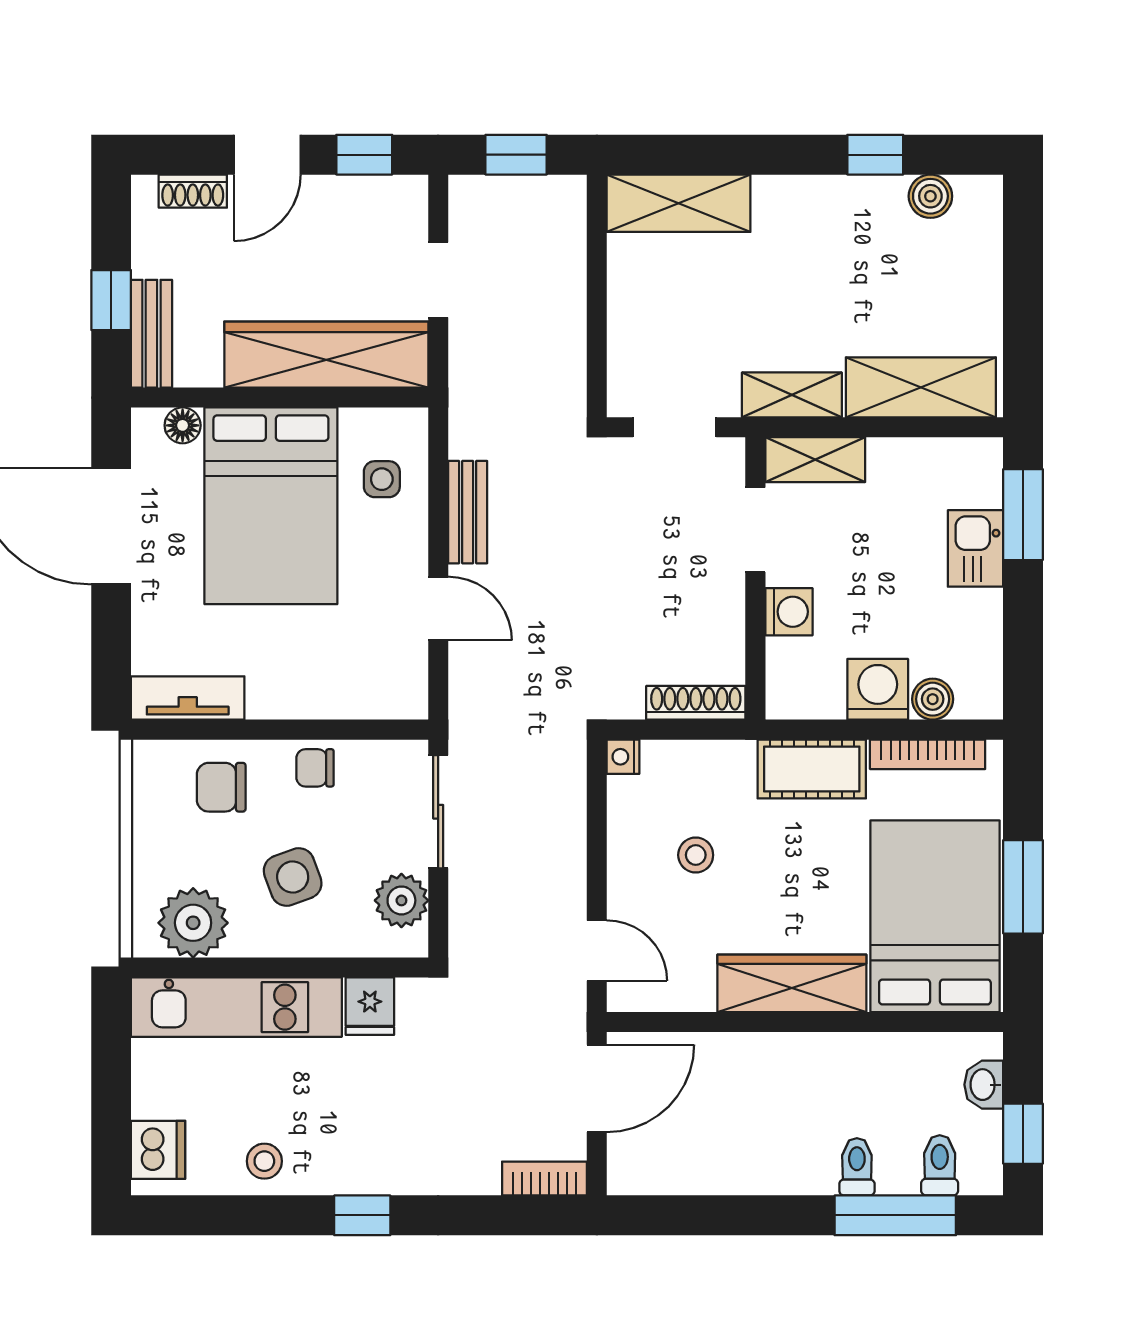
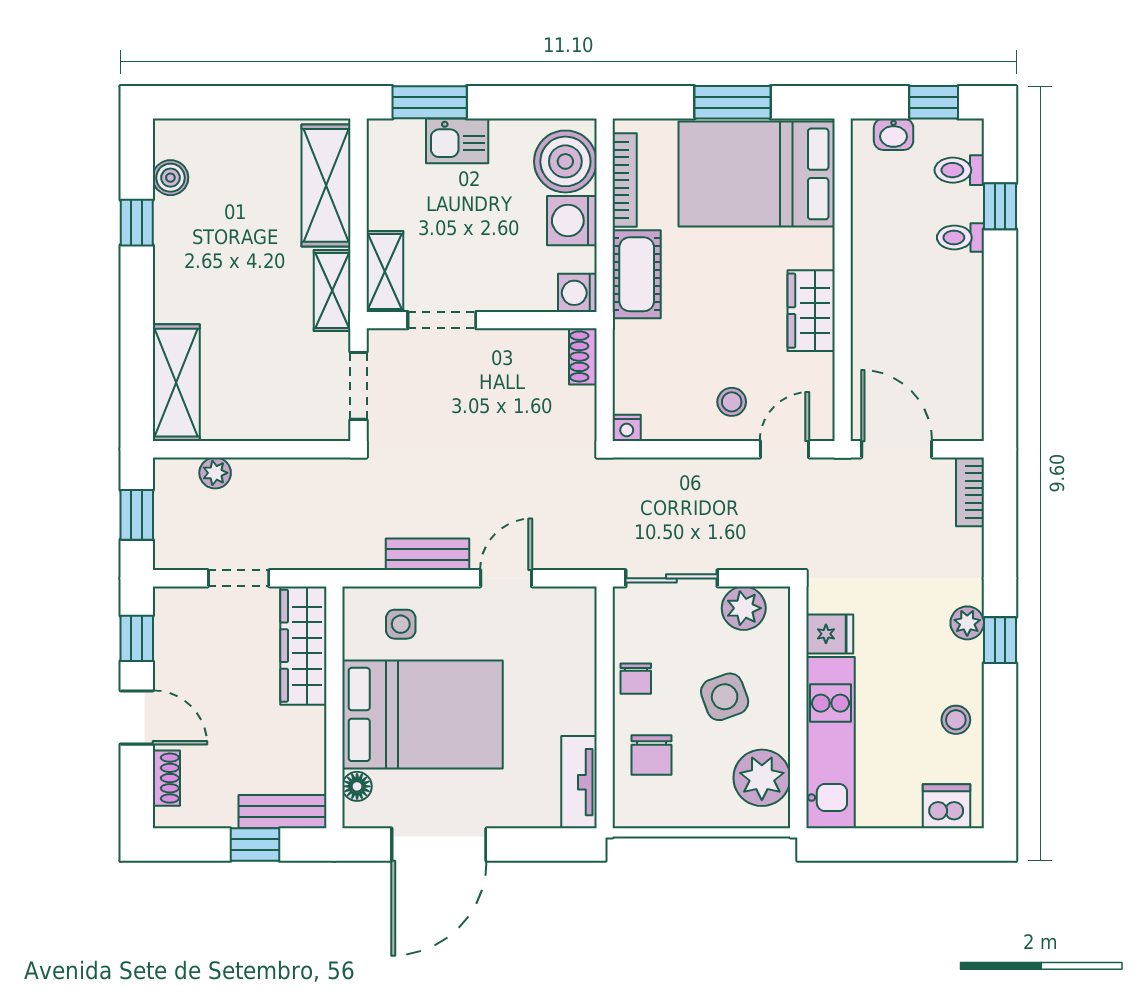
plant: (568, 251) -> (215, 473), added
wardrobe: (326, 355) -> (303, 646), width x0.71, depth x0.85
washing machine: (789, 612) -> (577, 293), moved, turned -90
boiler: (933, 699) -> (565, 161), width x1.86, depth x1.86
shoe rack: (696, 703) -> (583, 356), width x0.70
stool: (696, 855) -> (732, 402), moved
wardrobe: (792, 983) -> (811, 311), width x0.67
plant: (383, 1175) -> (967, 623), added
window: (895, 1215) -> (1000, 206), width x0.46

